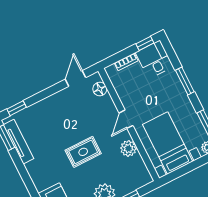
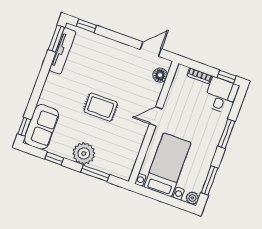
plant: (128, 148) -> (135, 139), removed

